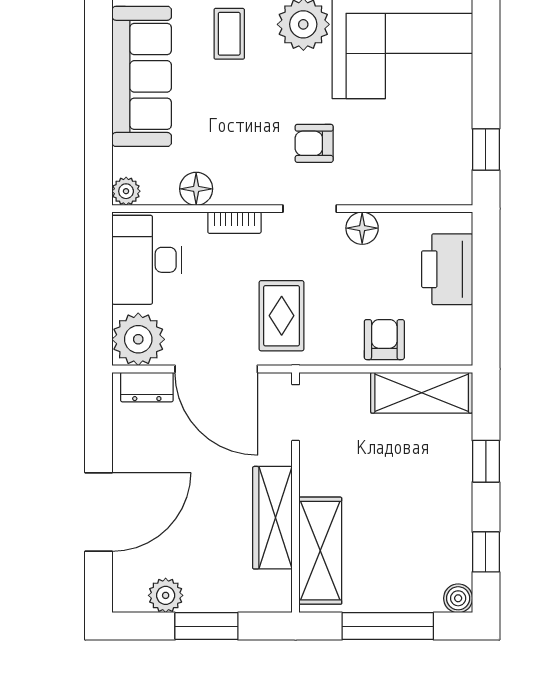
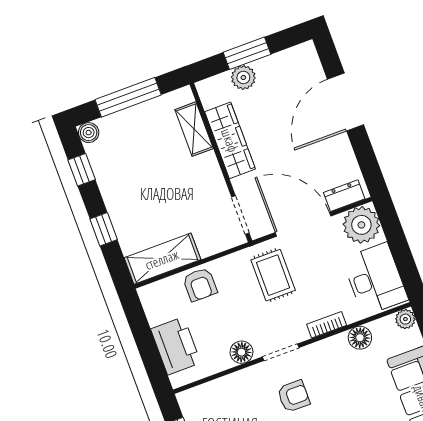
shelving: (320, 551) -> (194, 129), width x0.67, depth x0.75
plant: (166, 595) -> (243, 77), moved

